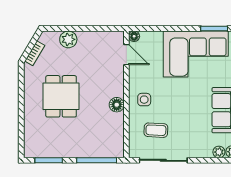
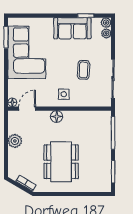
plant: (68, 39) -> (15, 141), moved
dining table: (61, 96) -> (61, 162), width x1.38
floor lamp: (117, 105) -> (57, 117), moved
coffee table: (156, 130) -> (84, 70), moved

